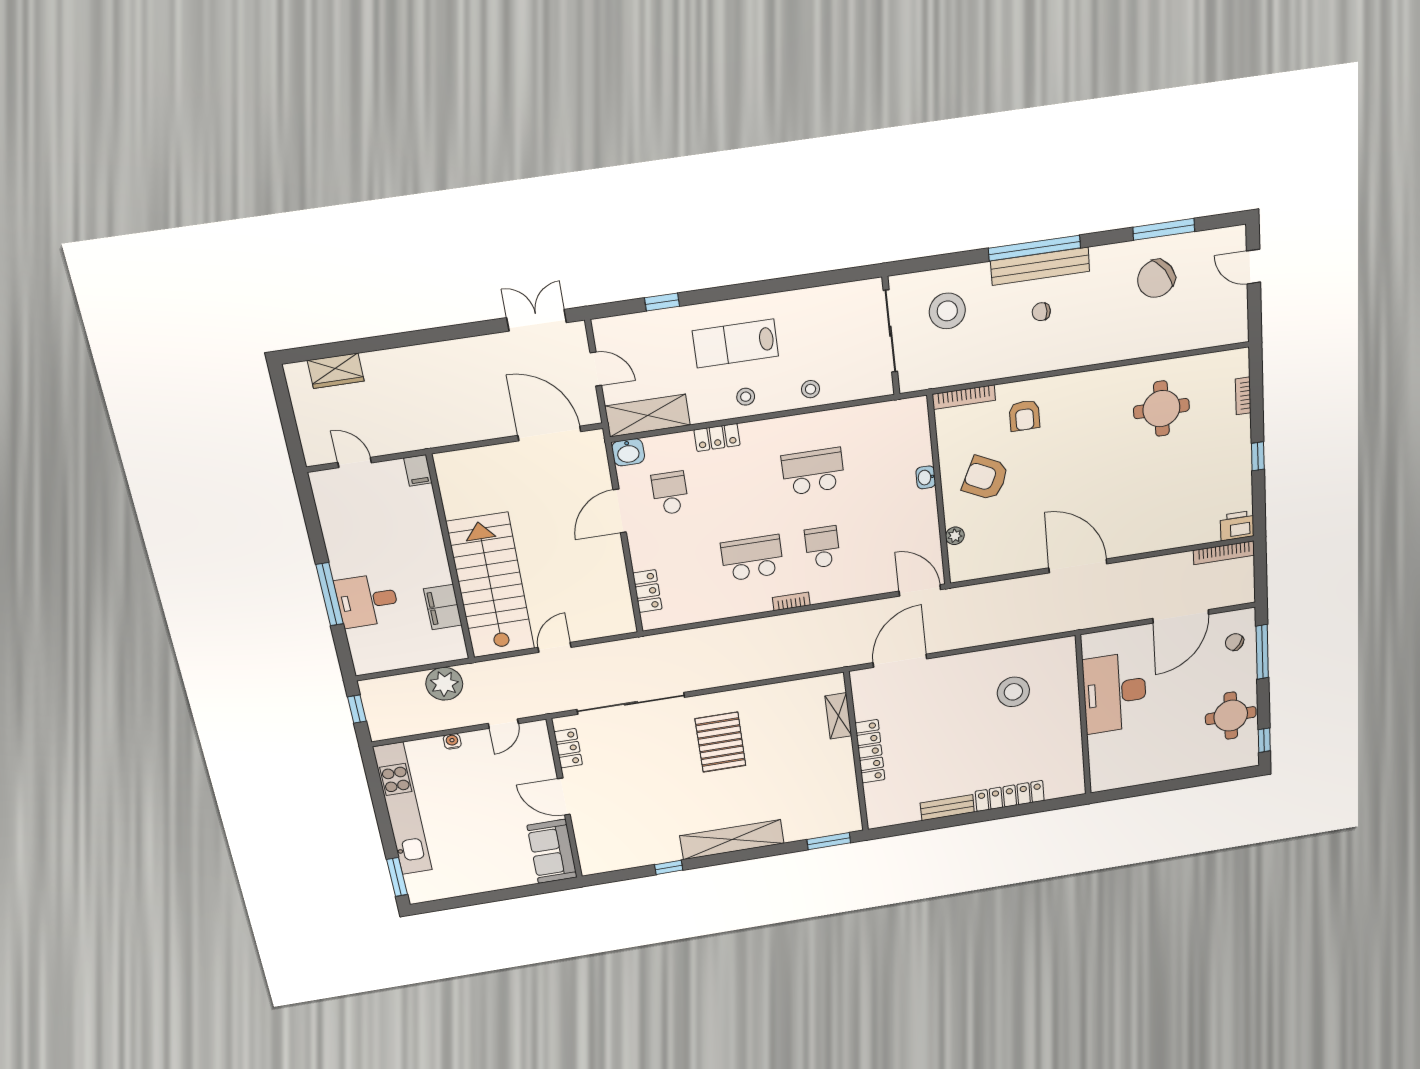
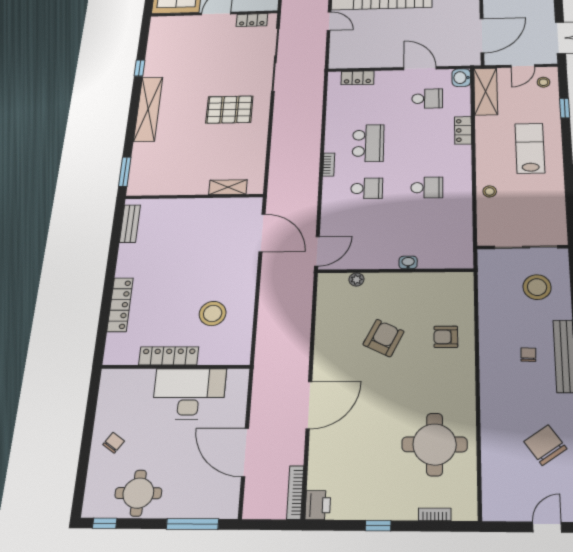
stool: (746, 397) -> (544, 82), moved
bookcase: (964, 397) -> (468, 294), removed
round table: (1161, 409) -> (435, 444), width x1.36, depth x1.36
school desk: (813, 471) -> (427, 188), width x0.54
armchair: (985, 478) -> (384, 338), moved
door: (1078, 566) -> (309, 405), moved
chair: (1235, 642) -> (114, 443), moved
locker: (870, 751) -> (169, 356), moved, turned 180
bench: (947, 808) -> (130, 224), moved

